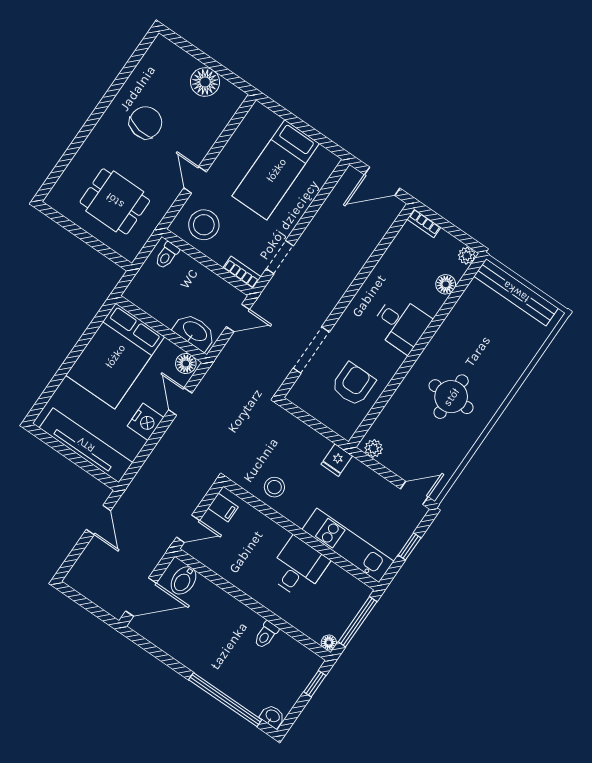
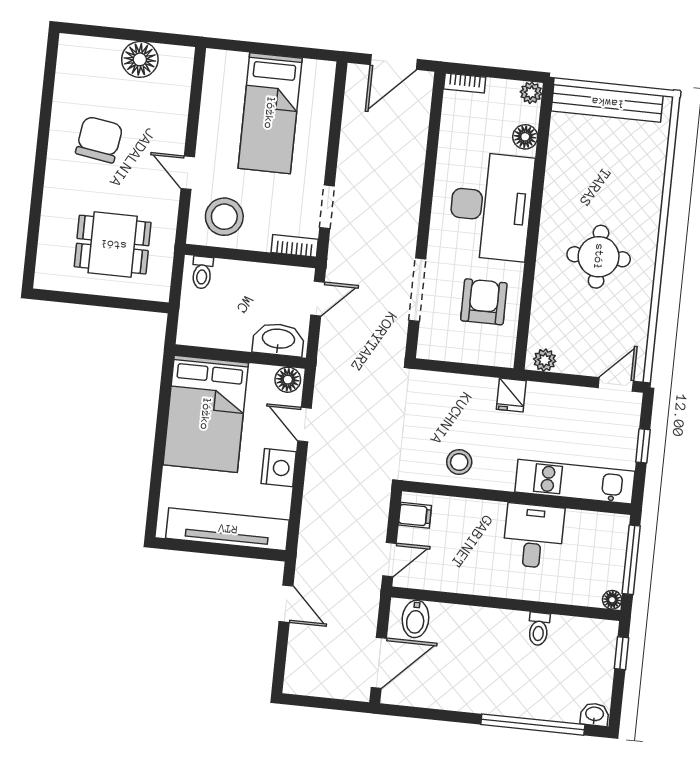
desk: (401, 324) -> (491, 206), width x1.87, depth x1.30

